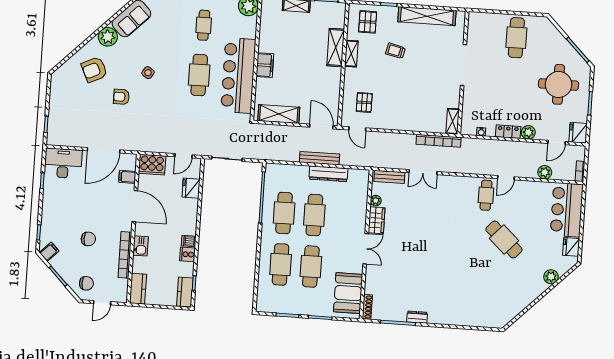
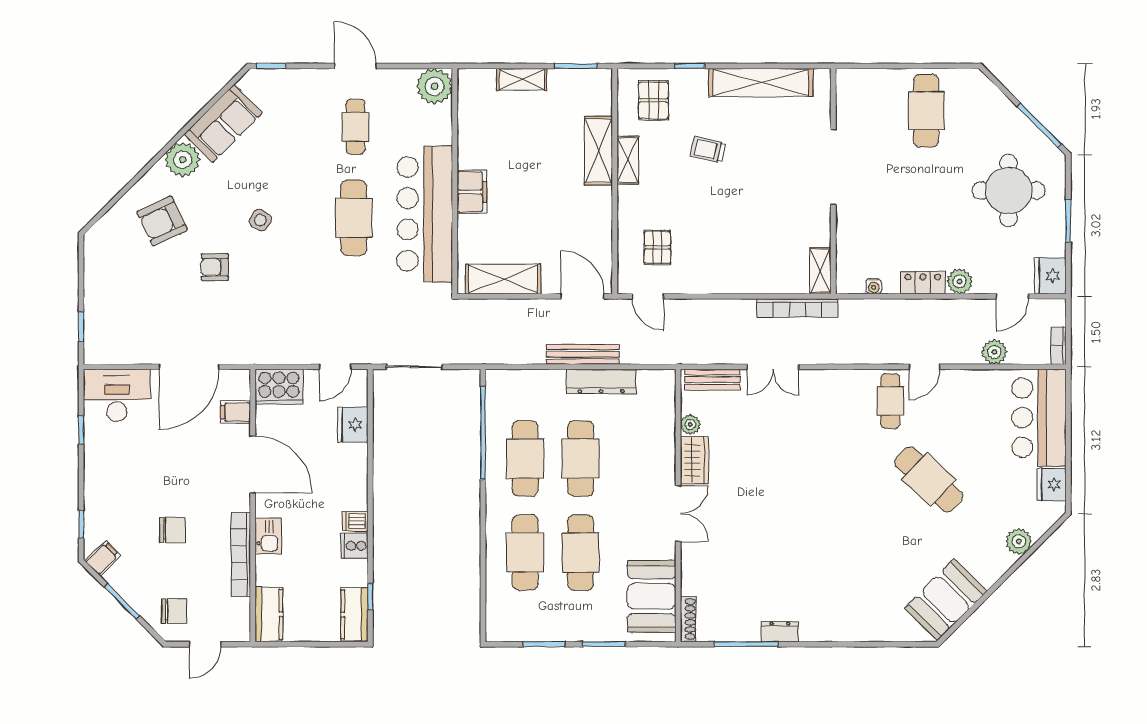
booth: (509, 306) -> (946, 600), added

